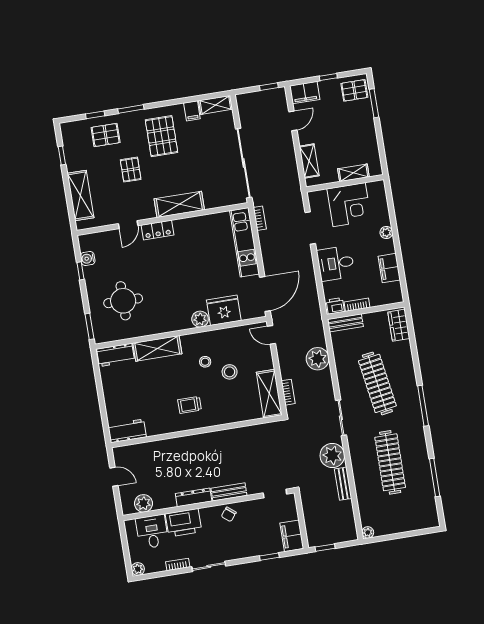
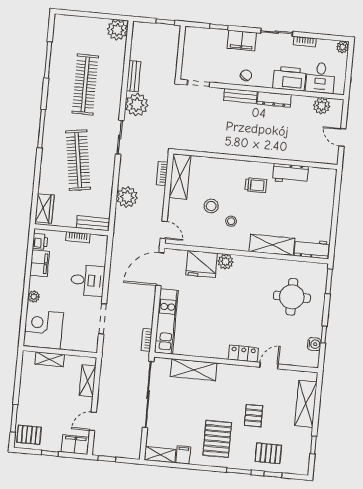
shelving: (179, 204) -> (194, 370), moved
corner desk: (349, 205) -> (43, 329), moved
printer: (335, 306) -> (40, 241), moved, turned -90
workbench: (127, 431) -> (290, 174), moved
plant: (368, 532) -> (117, 30), width x1.88, depth x1.88
filing cabinet: (292, 536) -> (242, 40), moved, turned 90

